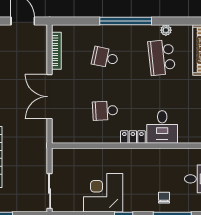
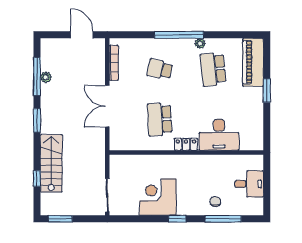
plant: (166, 30) -> (200, 43), moved
school desk: (105, 111) -> (160, 119), width x1.85
desk: (162, 127) -> (219, 135), width x1.37

